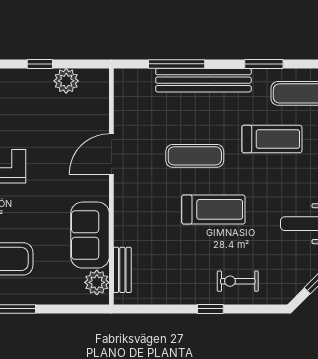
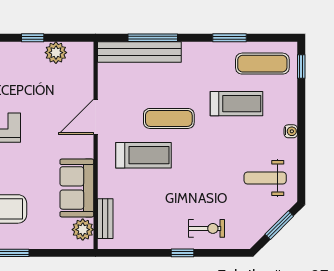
bench: (203, 80) -> (139, 52), moved
treadmill: (213, 209) -> (143, 155), moved
exercise bike: (238, 281) -> (206, 228), turned 180

